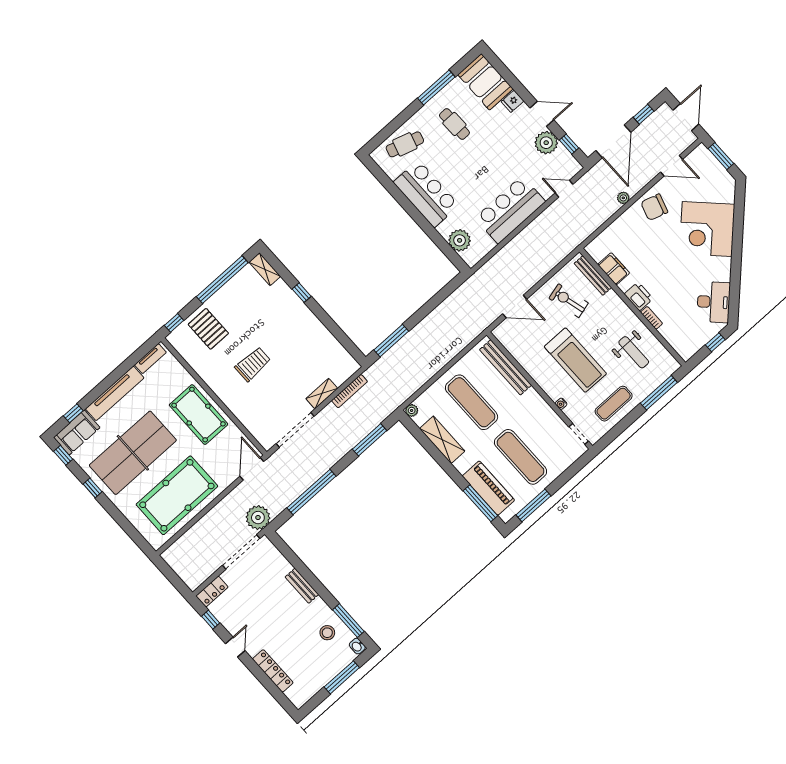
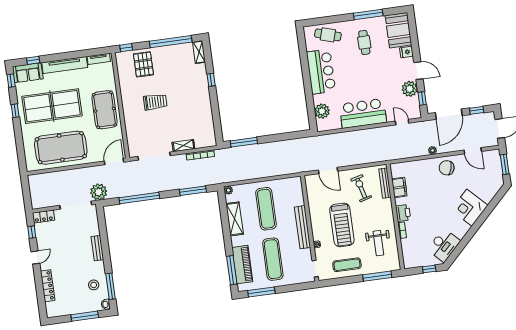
corner desk: (707, 229) -> (469, 208), width x0.74, depth x0.74
bench: (506, 367) -> (303, 227), moved

